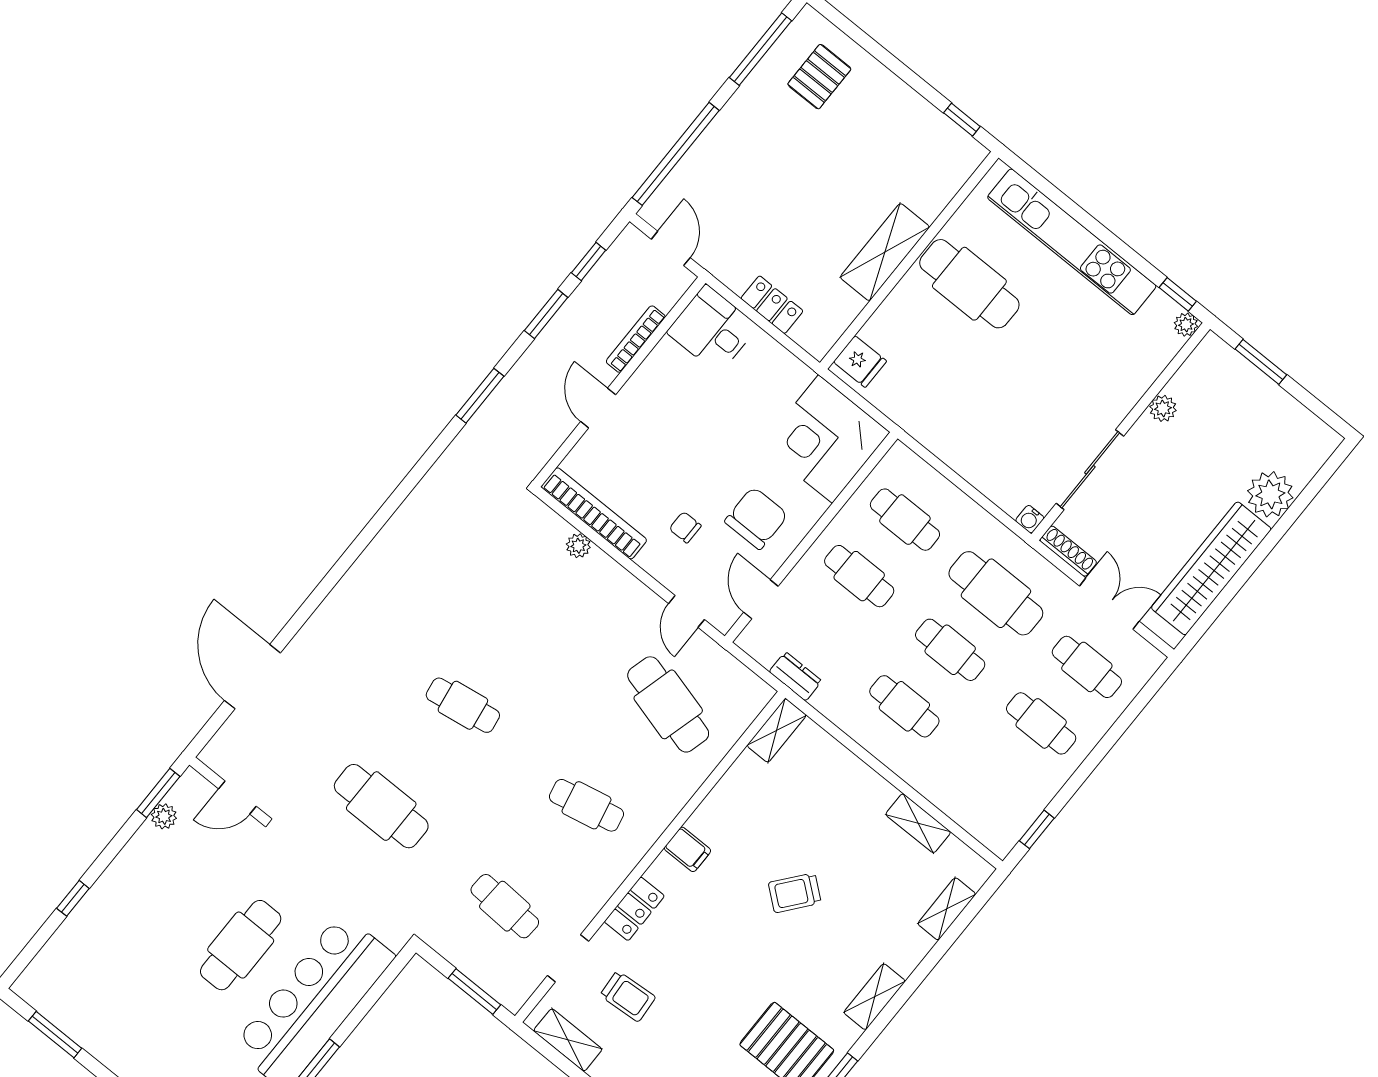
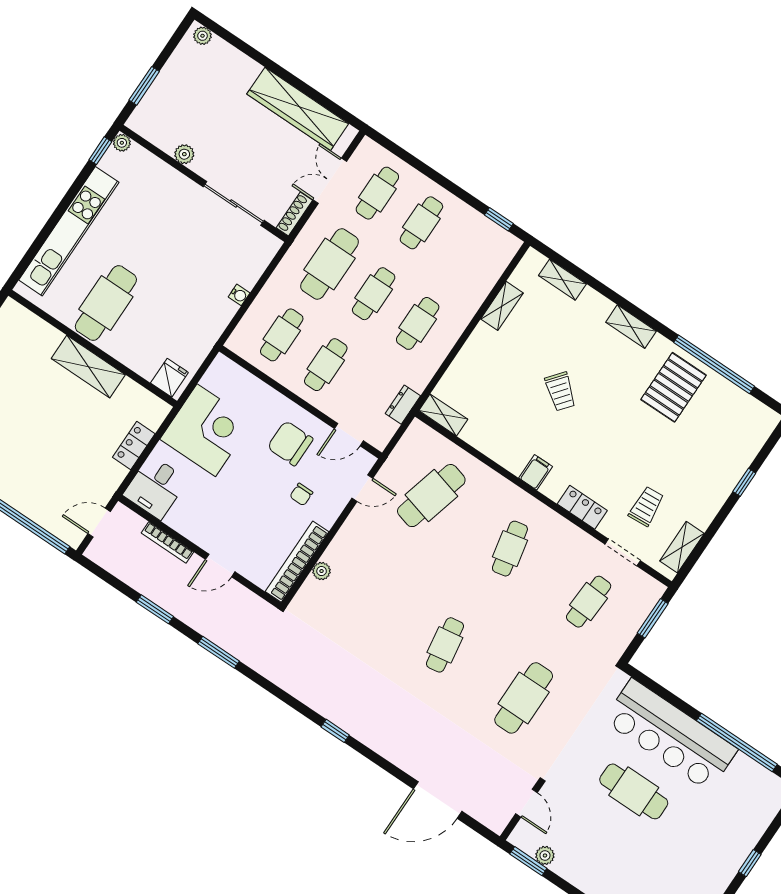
window: (589, 261) -> (335, 731), moved
corner desk: (825, 439) -> (206, 430), moved, turned -90
plant: (1270, 494) -> (202, 36), moved, width x0.53, depth x0.53
water cooler: (1030, 519) -> (239, 295), moved

